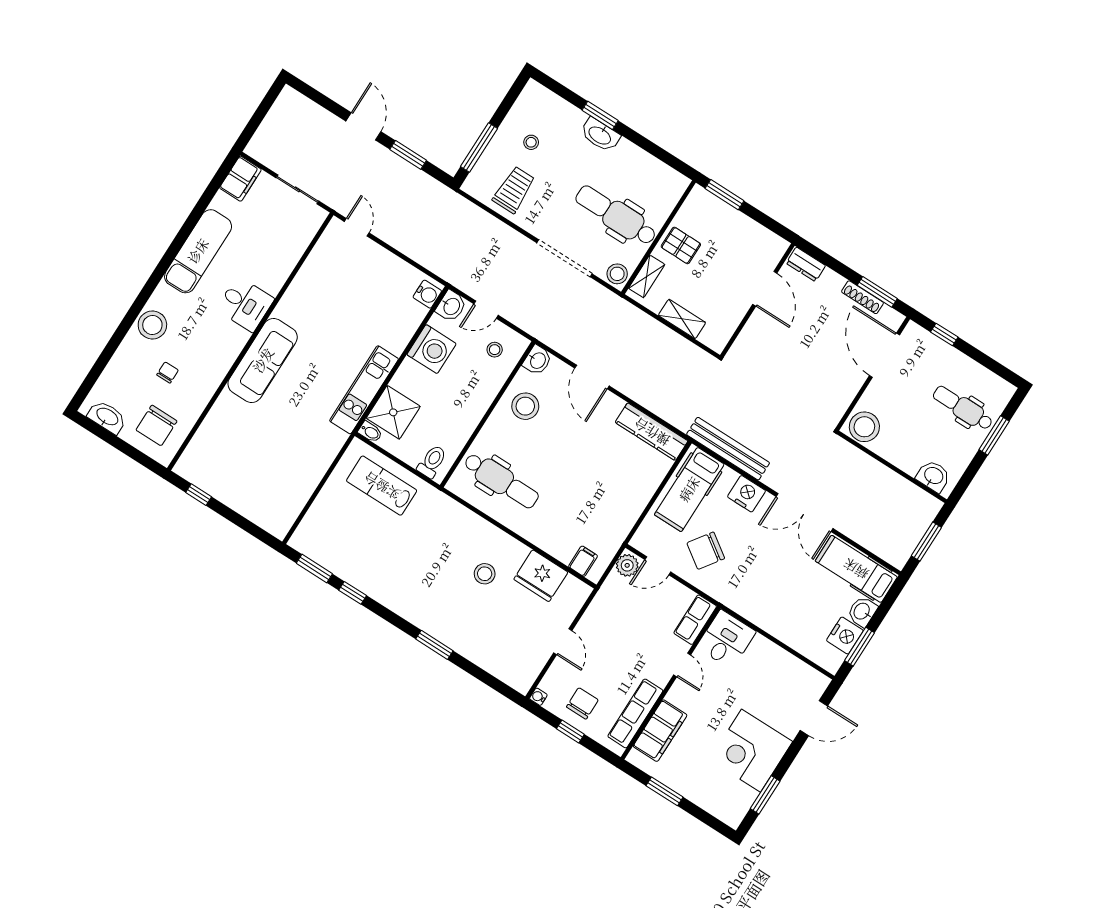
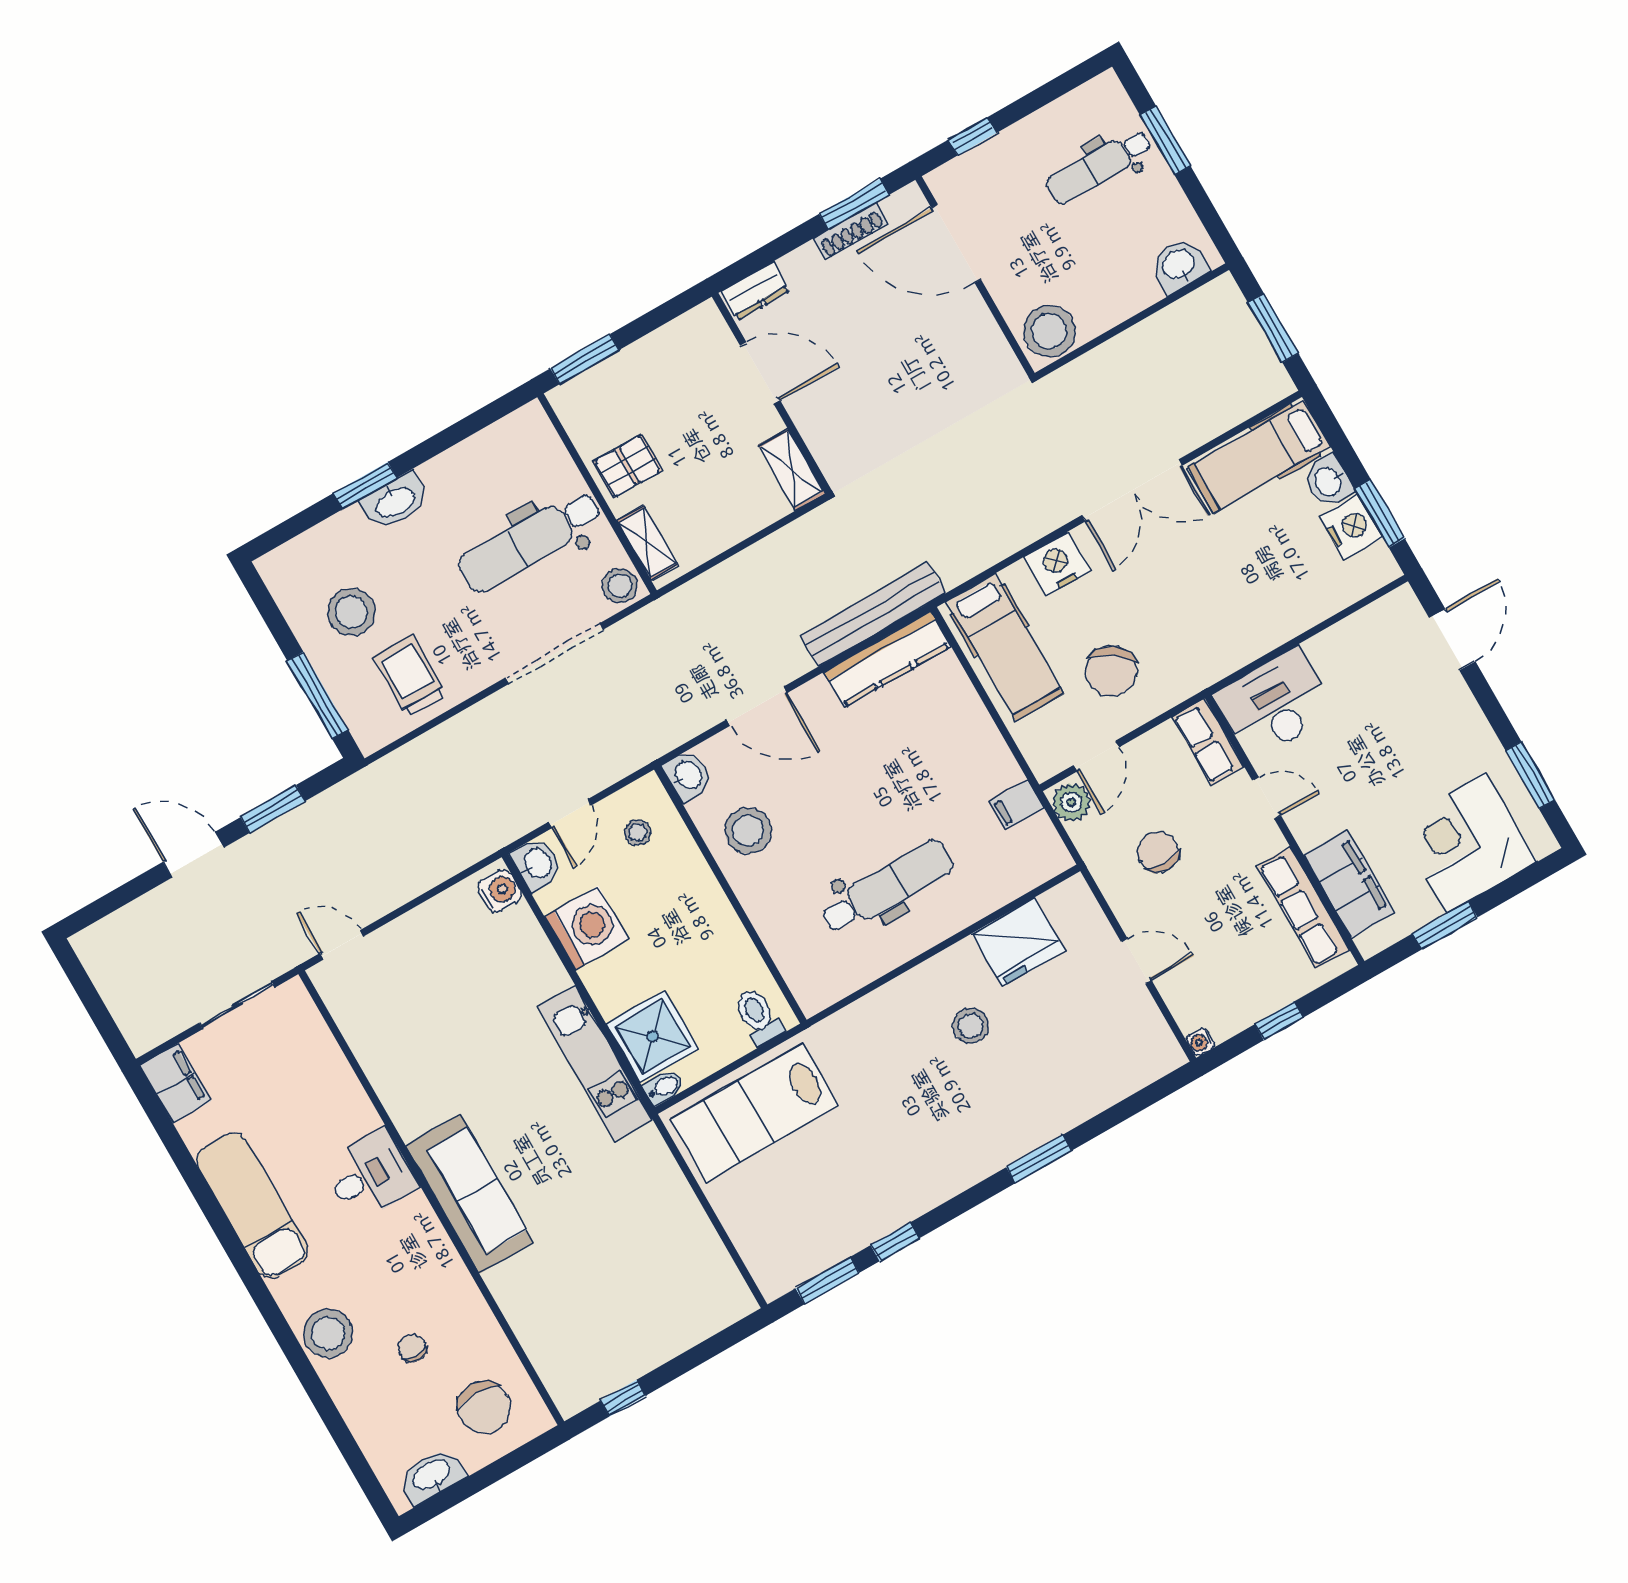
stool: (531, 142) -> (351, 612), width x1.89, depth x1.89
shelving: (682, 319) -> (792, 469), moved, turned 90
bench: (728, 449) -> (873, 614), moved
dental chair: (501, 481) -> (887, 887), moved
lab bench: (382, 486) -> (755, 1112), width x1.36, depth x1.39
filing cabinet: (583, 561) -> (1017, 805), moved, turned -90
desk: (726, 639) -> (1275, 704), width x1.37
chair: (582, 703) -> (1158, 852), moved
corner desk: (751, 751) -> (1466, 843), moved, turned 90

